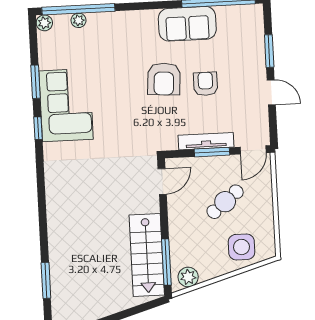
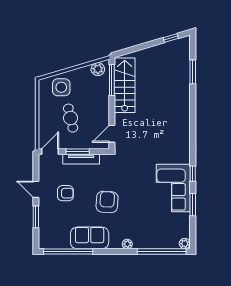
plant: (79, 20) -> (127, 244), moved
armchair: (205, 84) -> (65, 193), moved, turned -90
cafe table: (225, 202) -> (71, 118), turned -64

